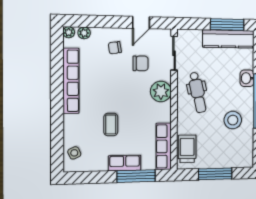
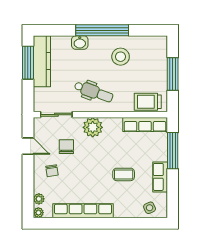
dental chair: (198, 92) -> (94, 92), turned 32
row of seats: (125, 163) -> (160, 177), moved

